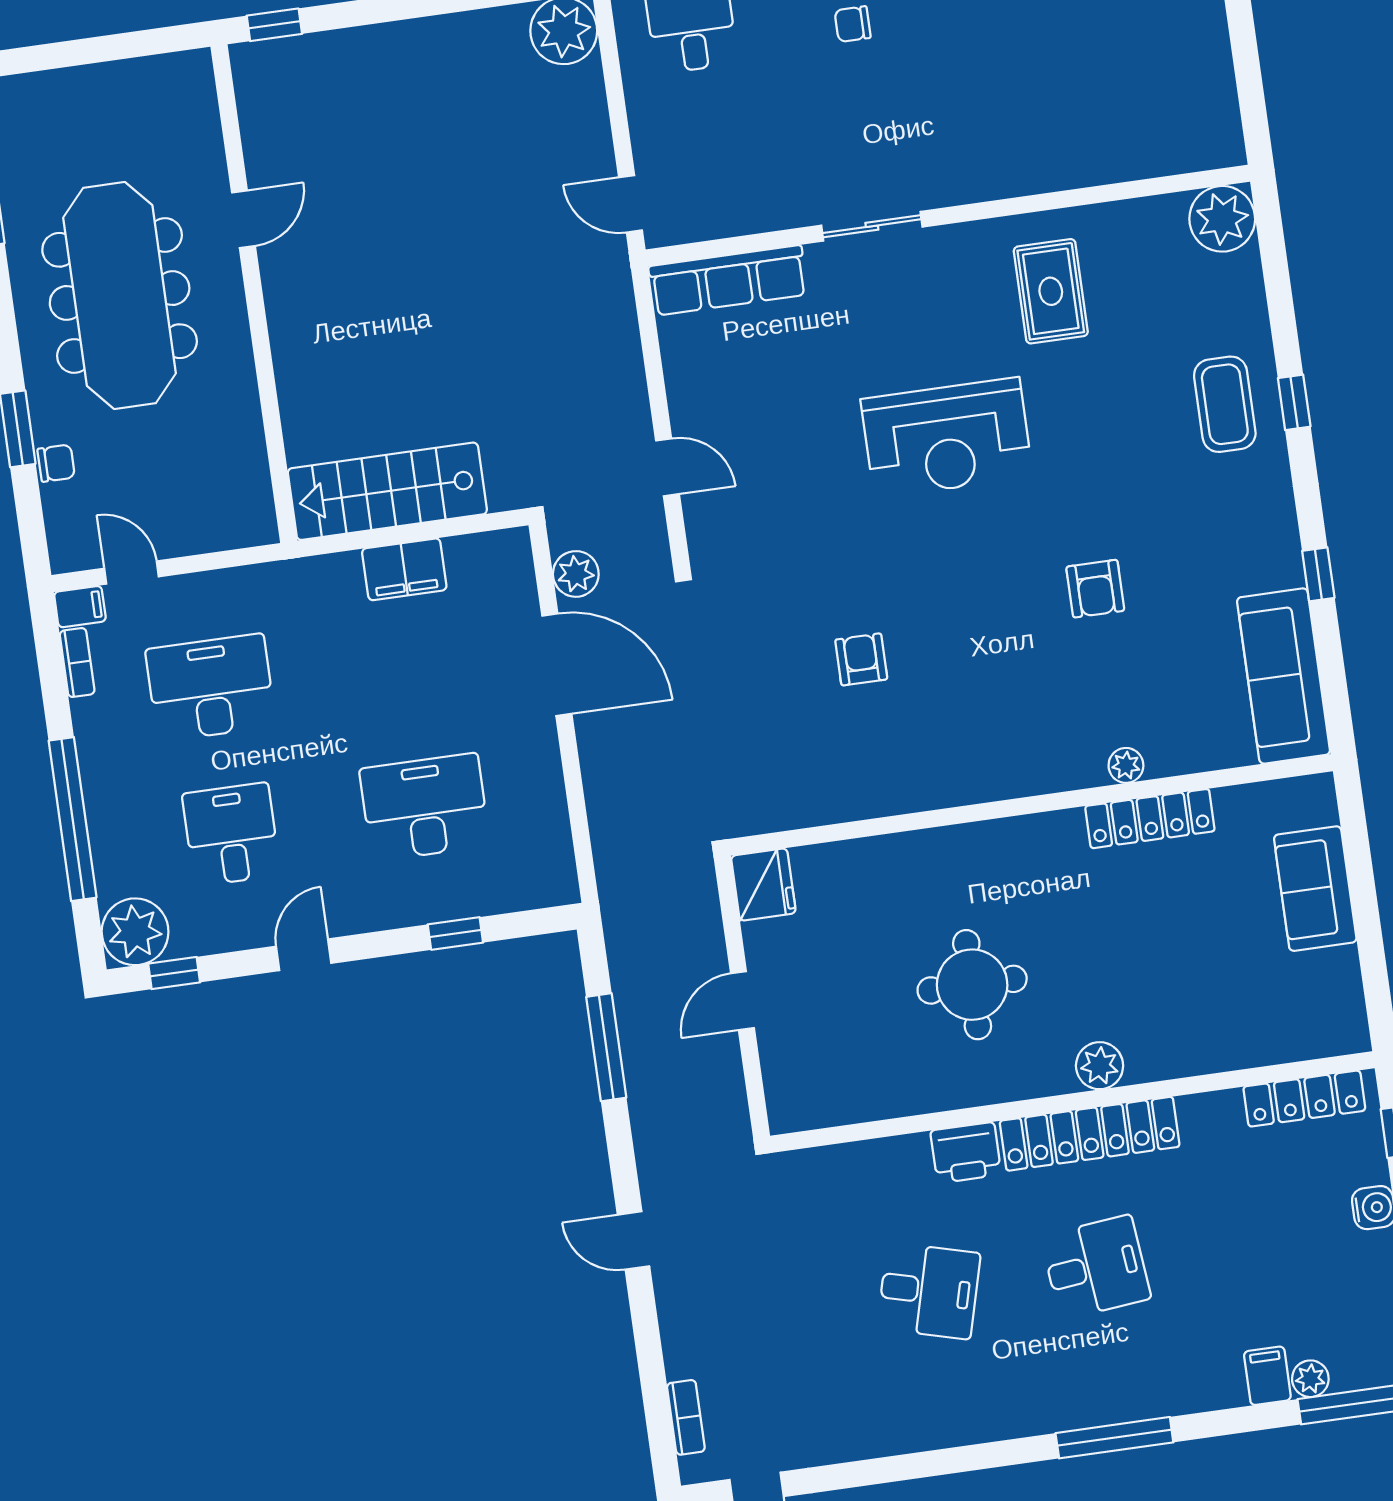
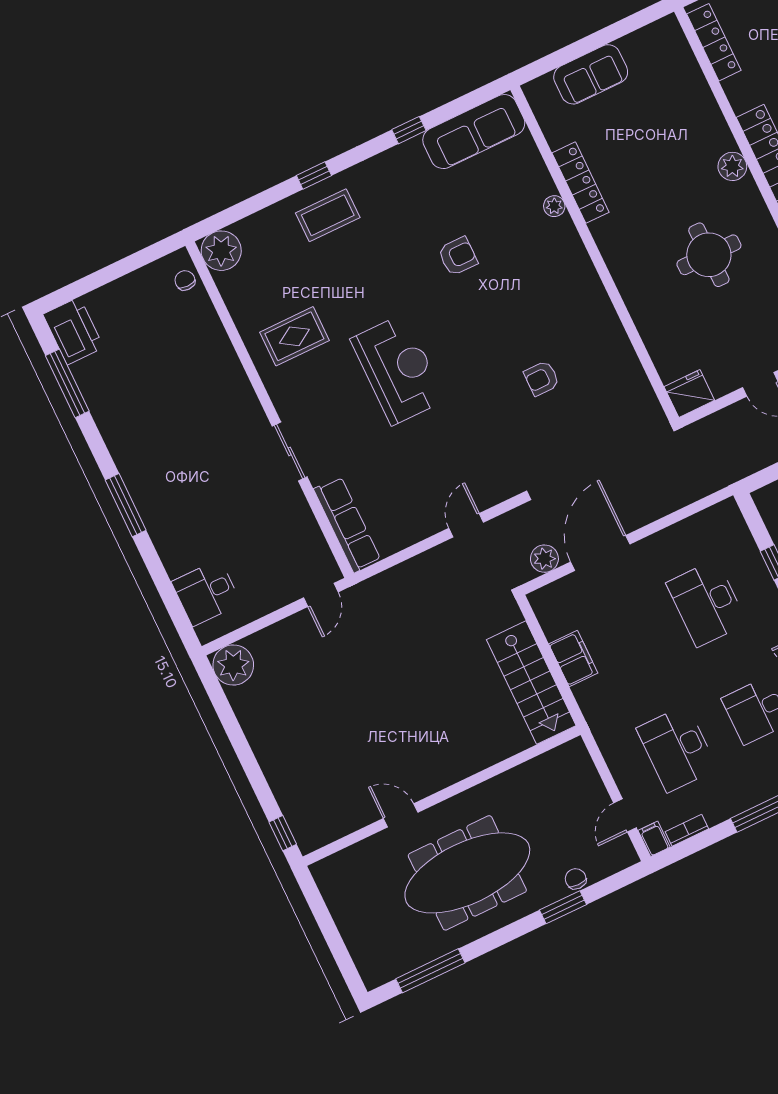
chair: (853, 24) -> (185, 280), moved, turned 180

